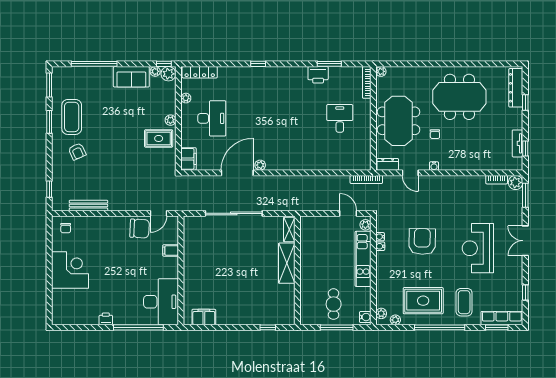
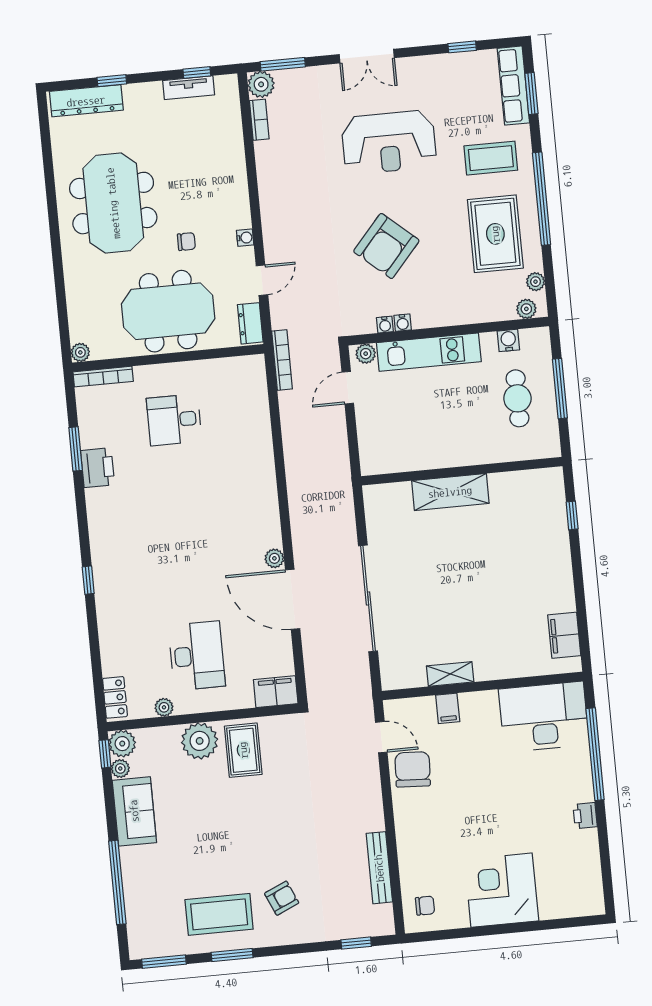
locker: (200, 72) -> (115, 697), width x0.66
desk: (212, 118) -> (197, 656), turned 90
plant: (170, 120) -> (200, 741), width x1.88, depth x1.88
shelving: (289, 230) -> (450, 674), moved
armchair: (422, 241) -> (386, 246), turned -50
cafe table: (334, 304) -> (517, 398), turned 90
water cooler: (365, 317) -> (508, 340), moved

